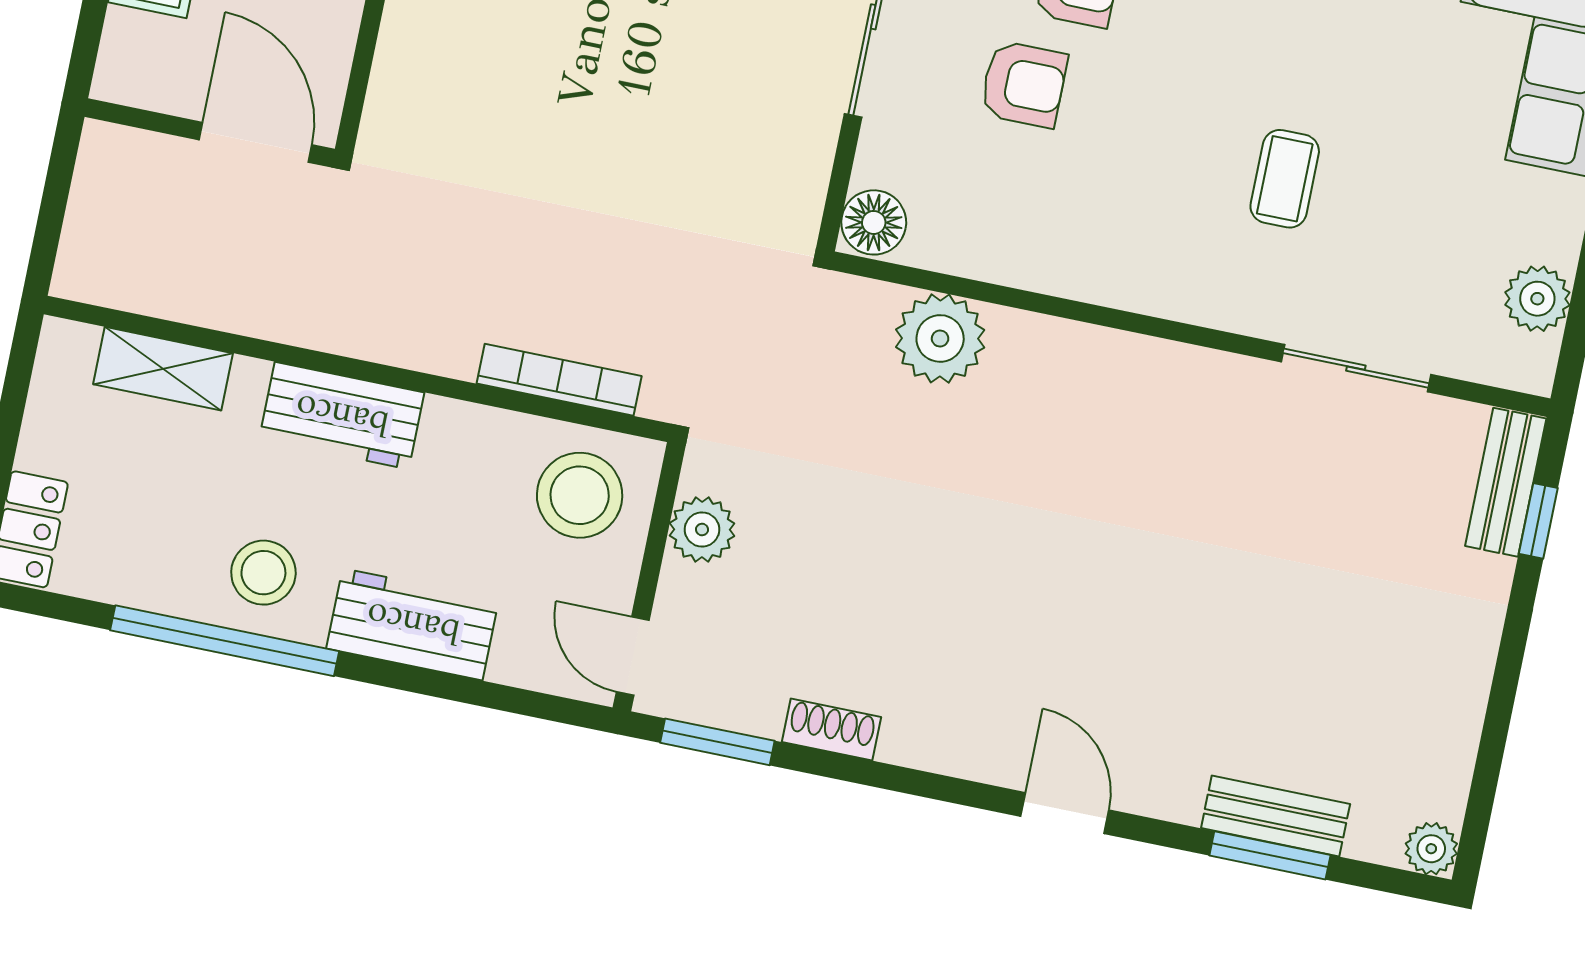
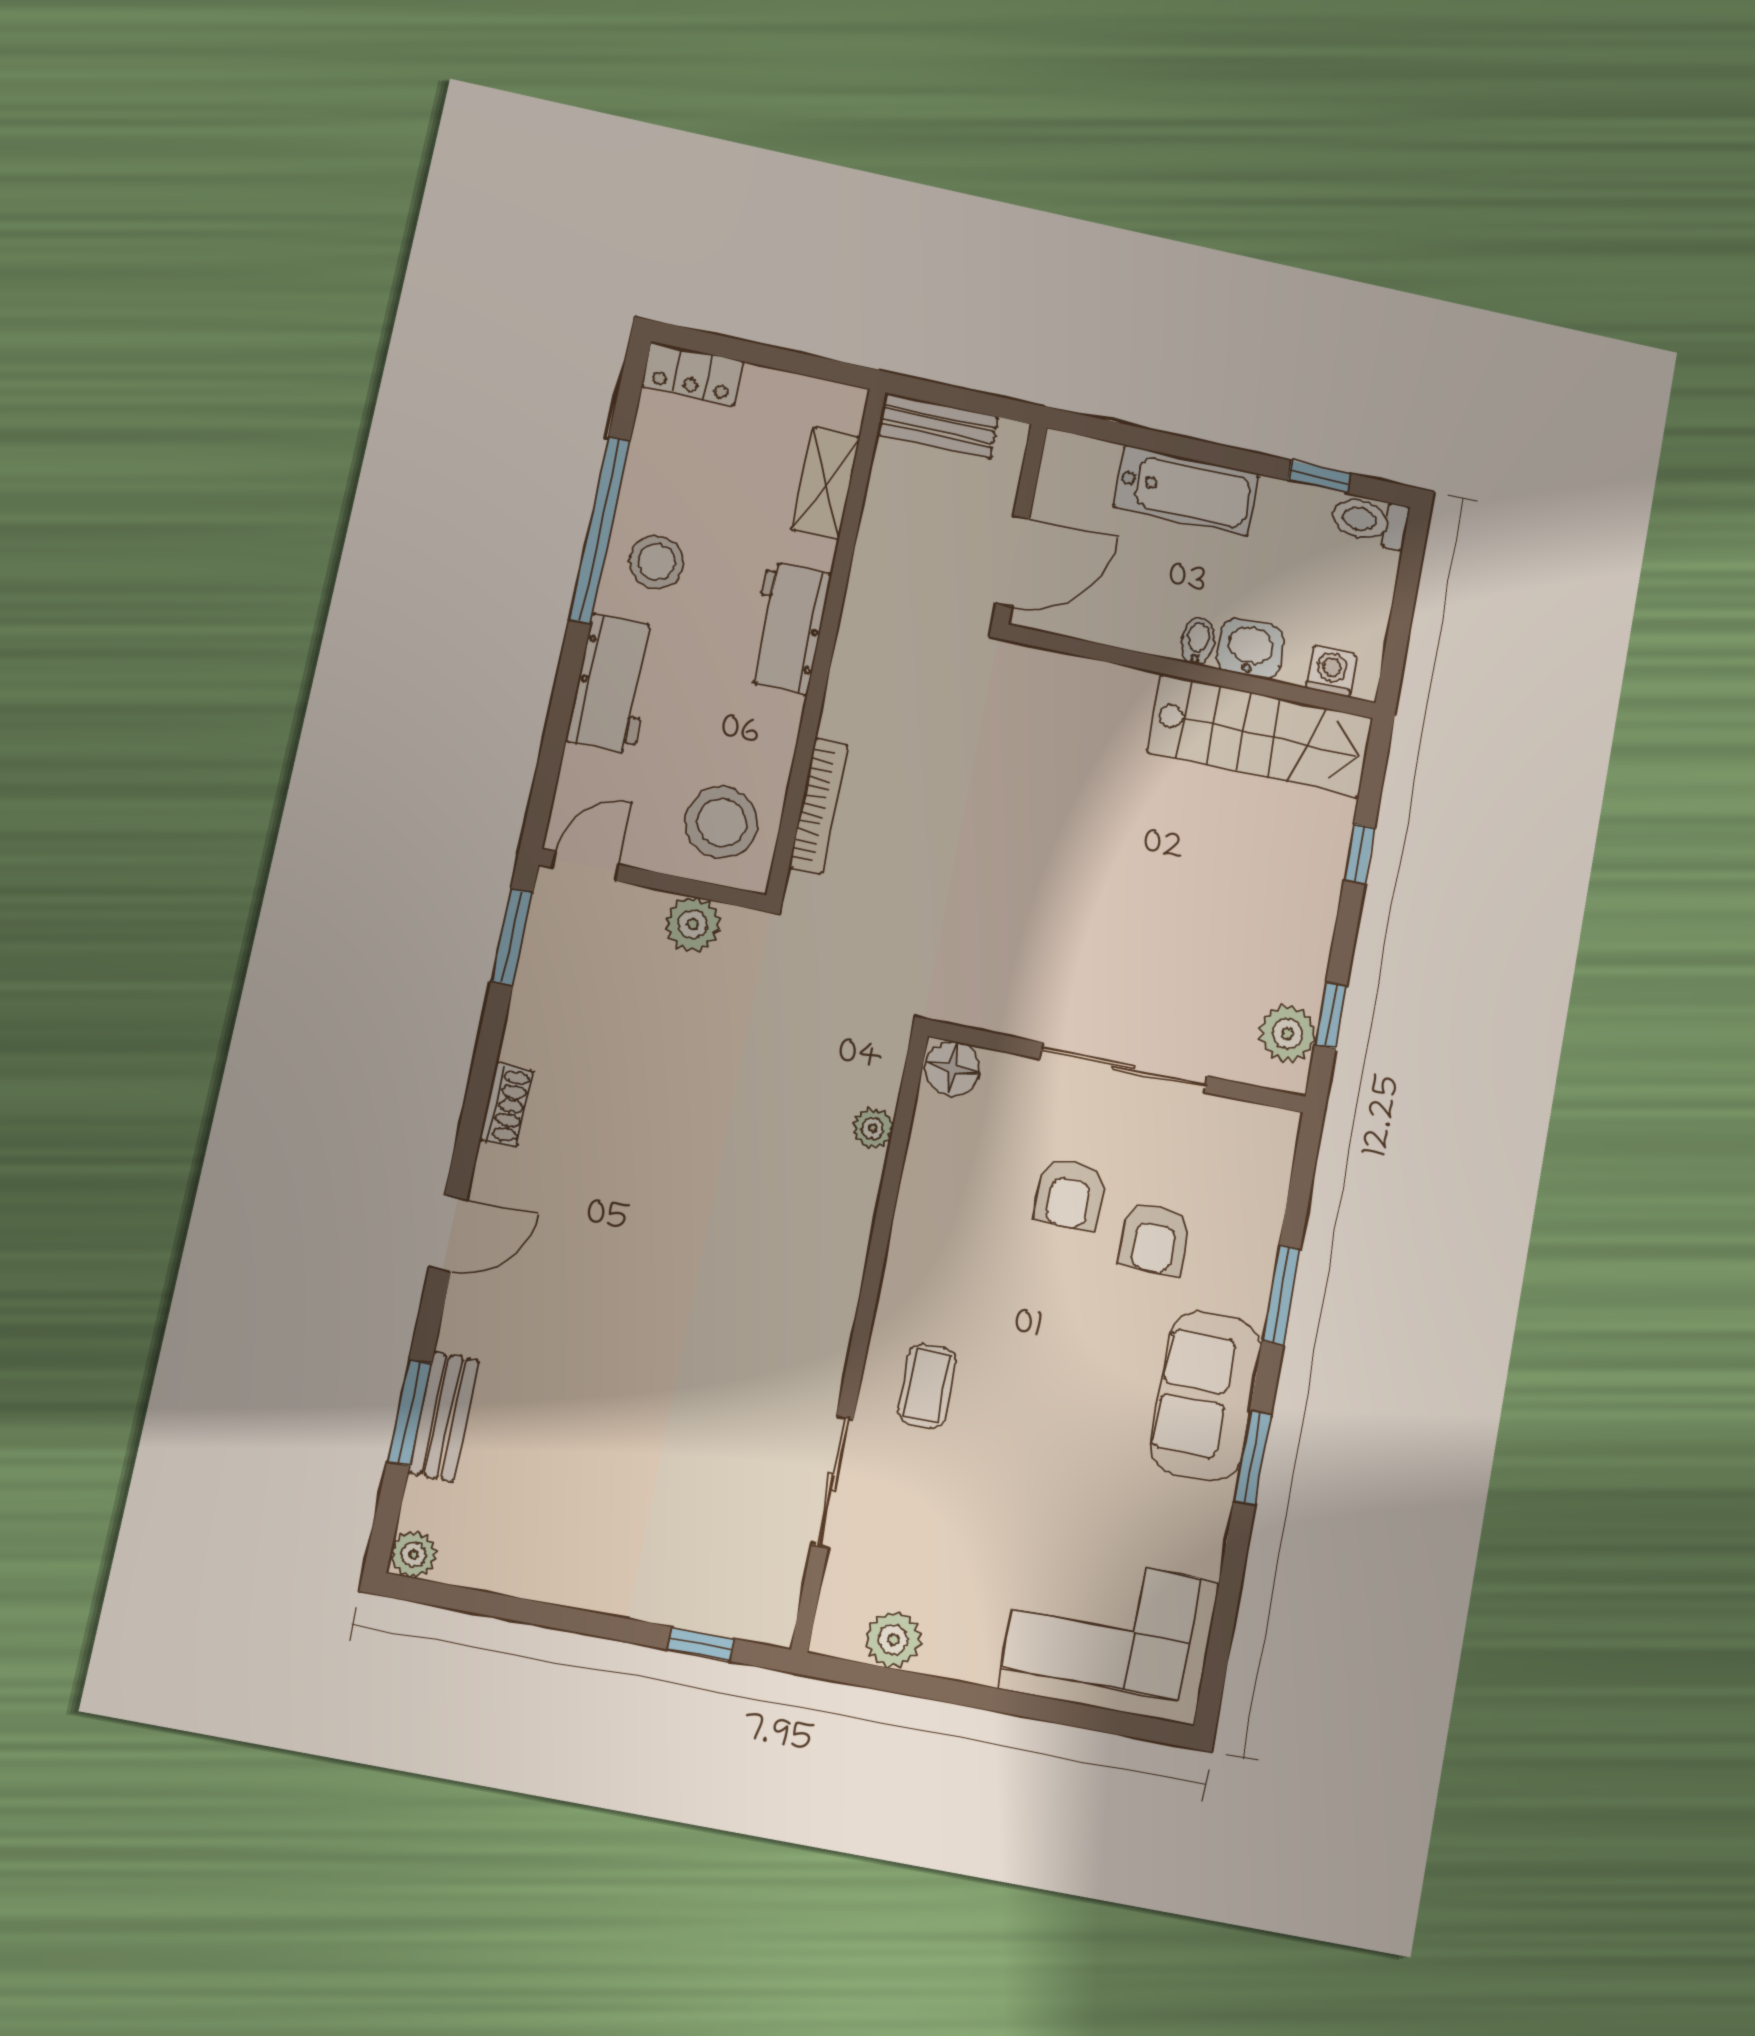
coffee table: (1285, 179) -> (927, 1386), moved, turned 90
plant: (940, 338) -> (873, 1128), width x0.53, depth x0.53
bench: (1506, 482) -> (938, 426), moved
shoe rack: (831, 730) -> (506, 1105), moved

